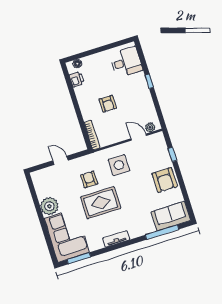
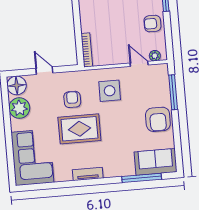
armchair: (108, 104) -> (152, 24), moved, turned 90
window: (172, 154) -> (173, 92), width x2.17
floor lamp: (40, 178) -> (17, 85), added
plant: (49, 206) -> (19, 108), moved
window: (79, 258) -> (41, 187), removed

